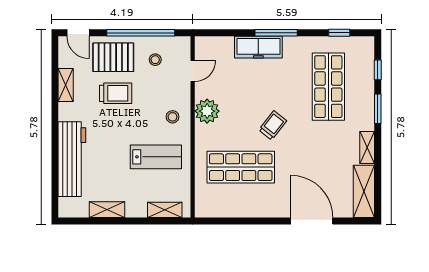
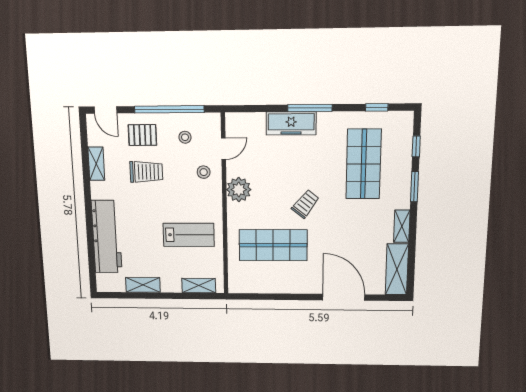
pallet: (113, 57) -> (142, 135), width x0.67, depth x0.71
stool: (173, 117) -> (204, 172), moved

